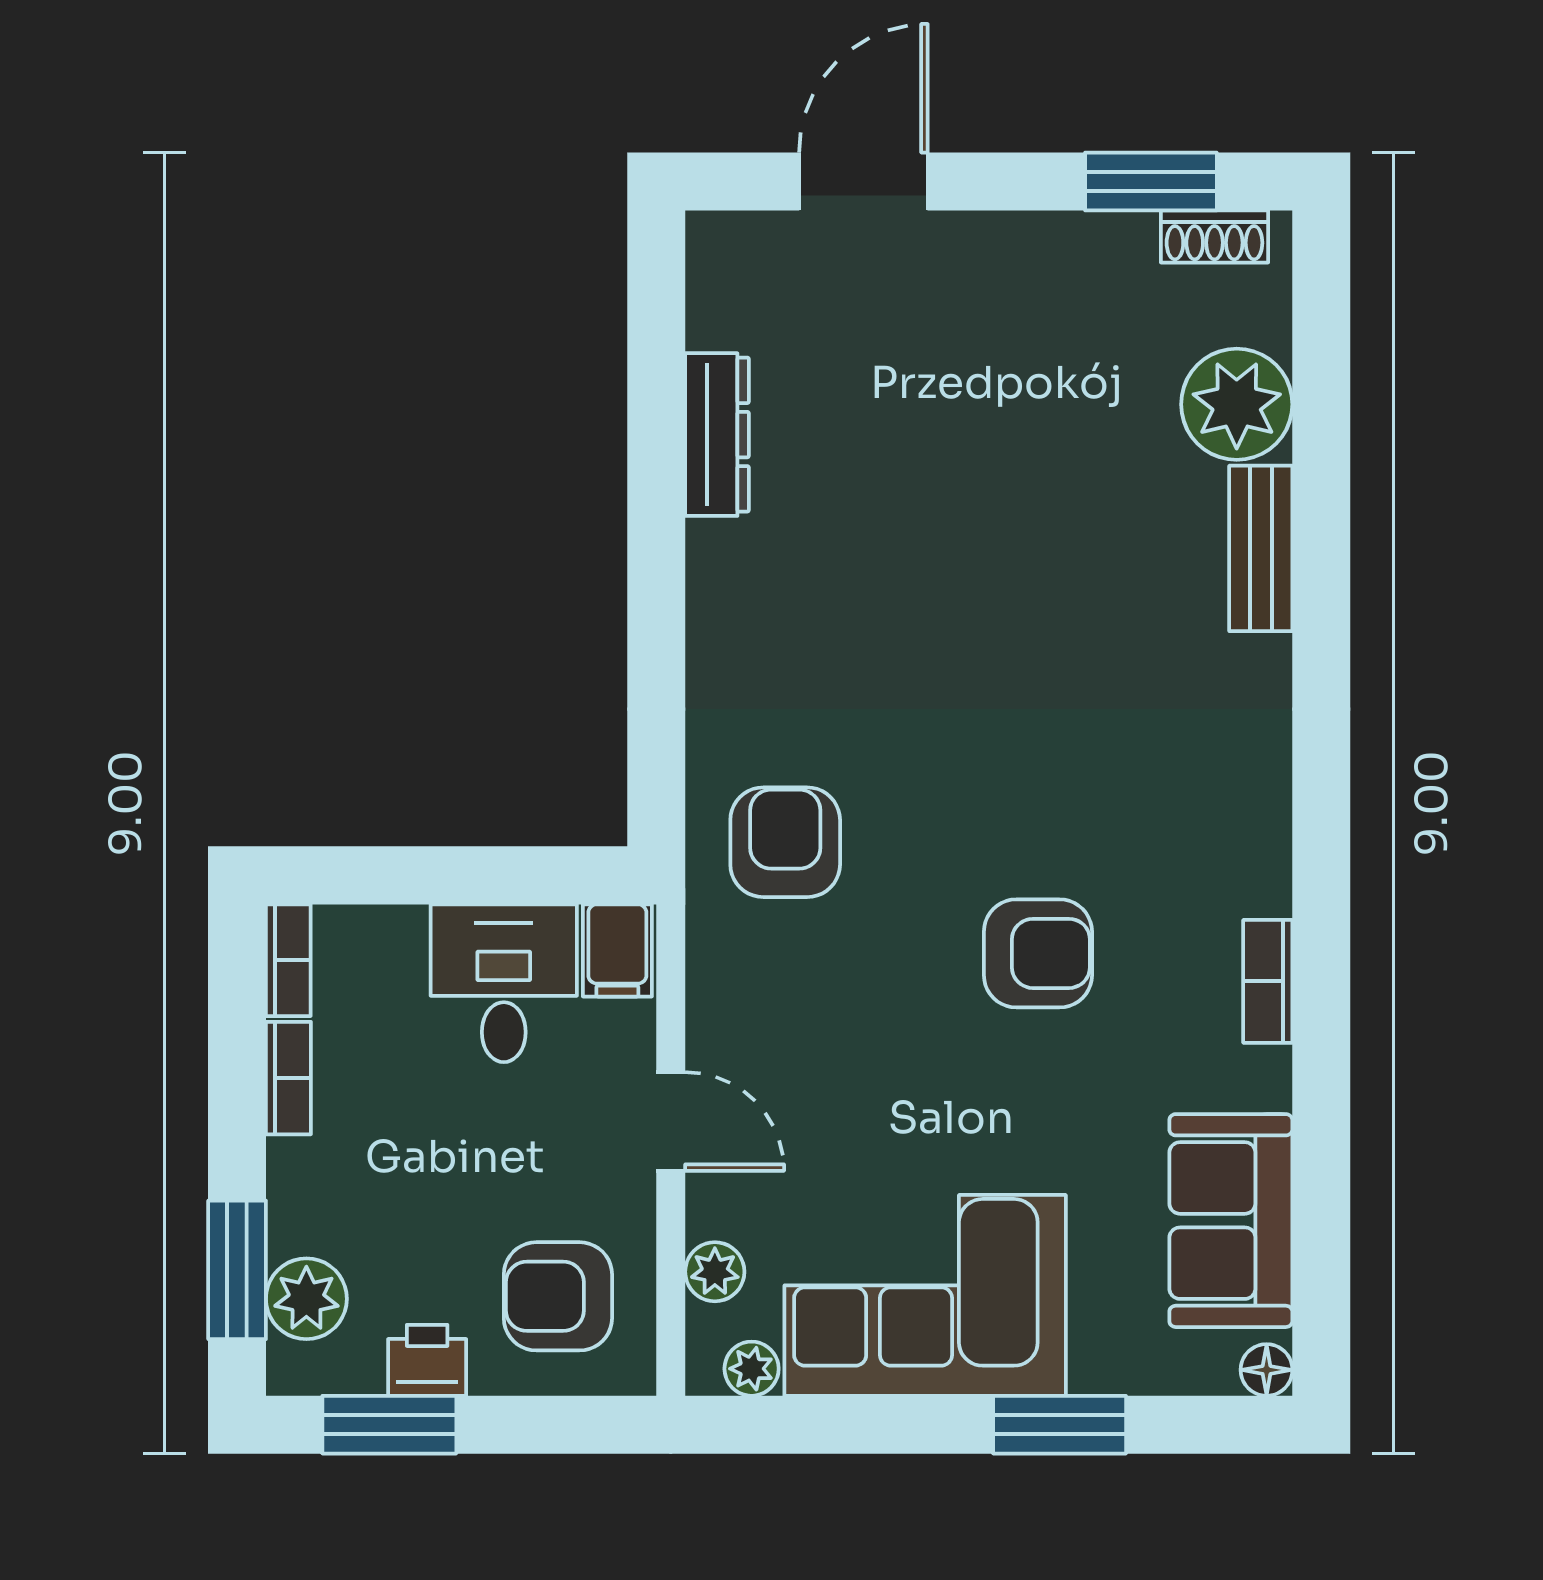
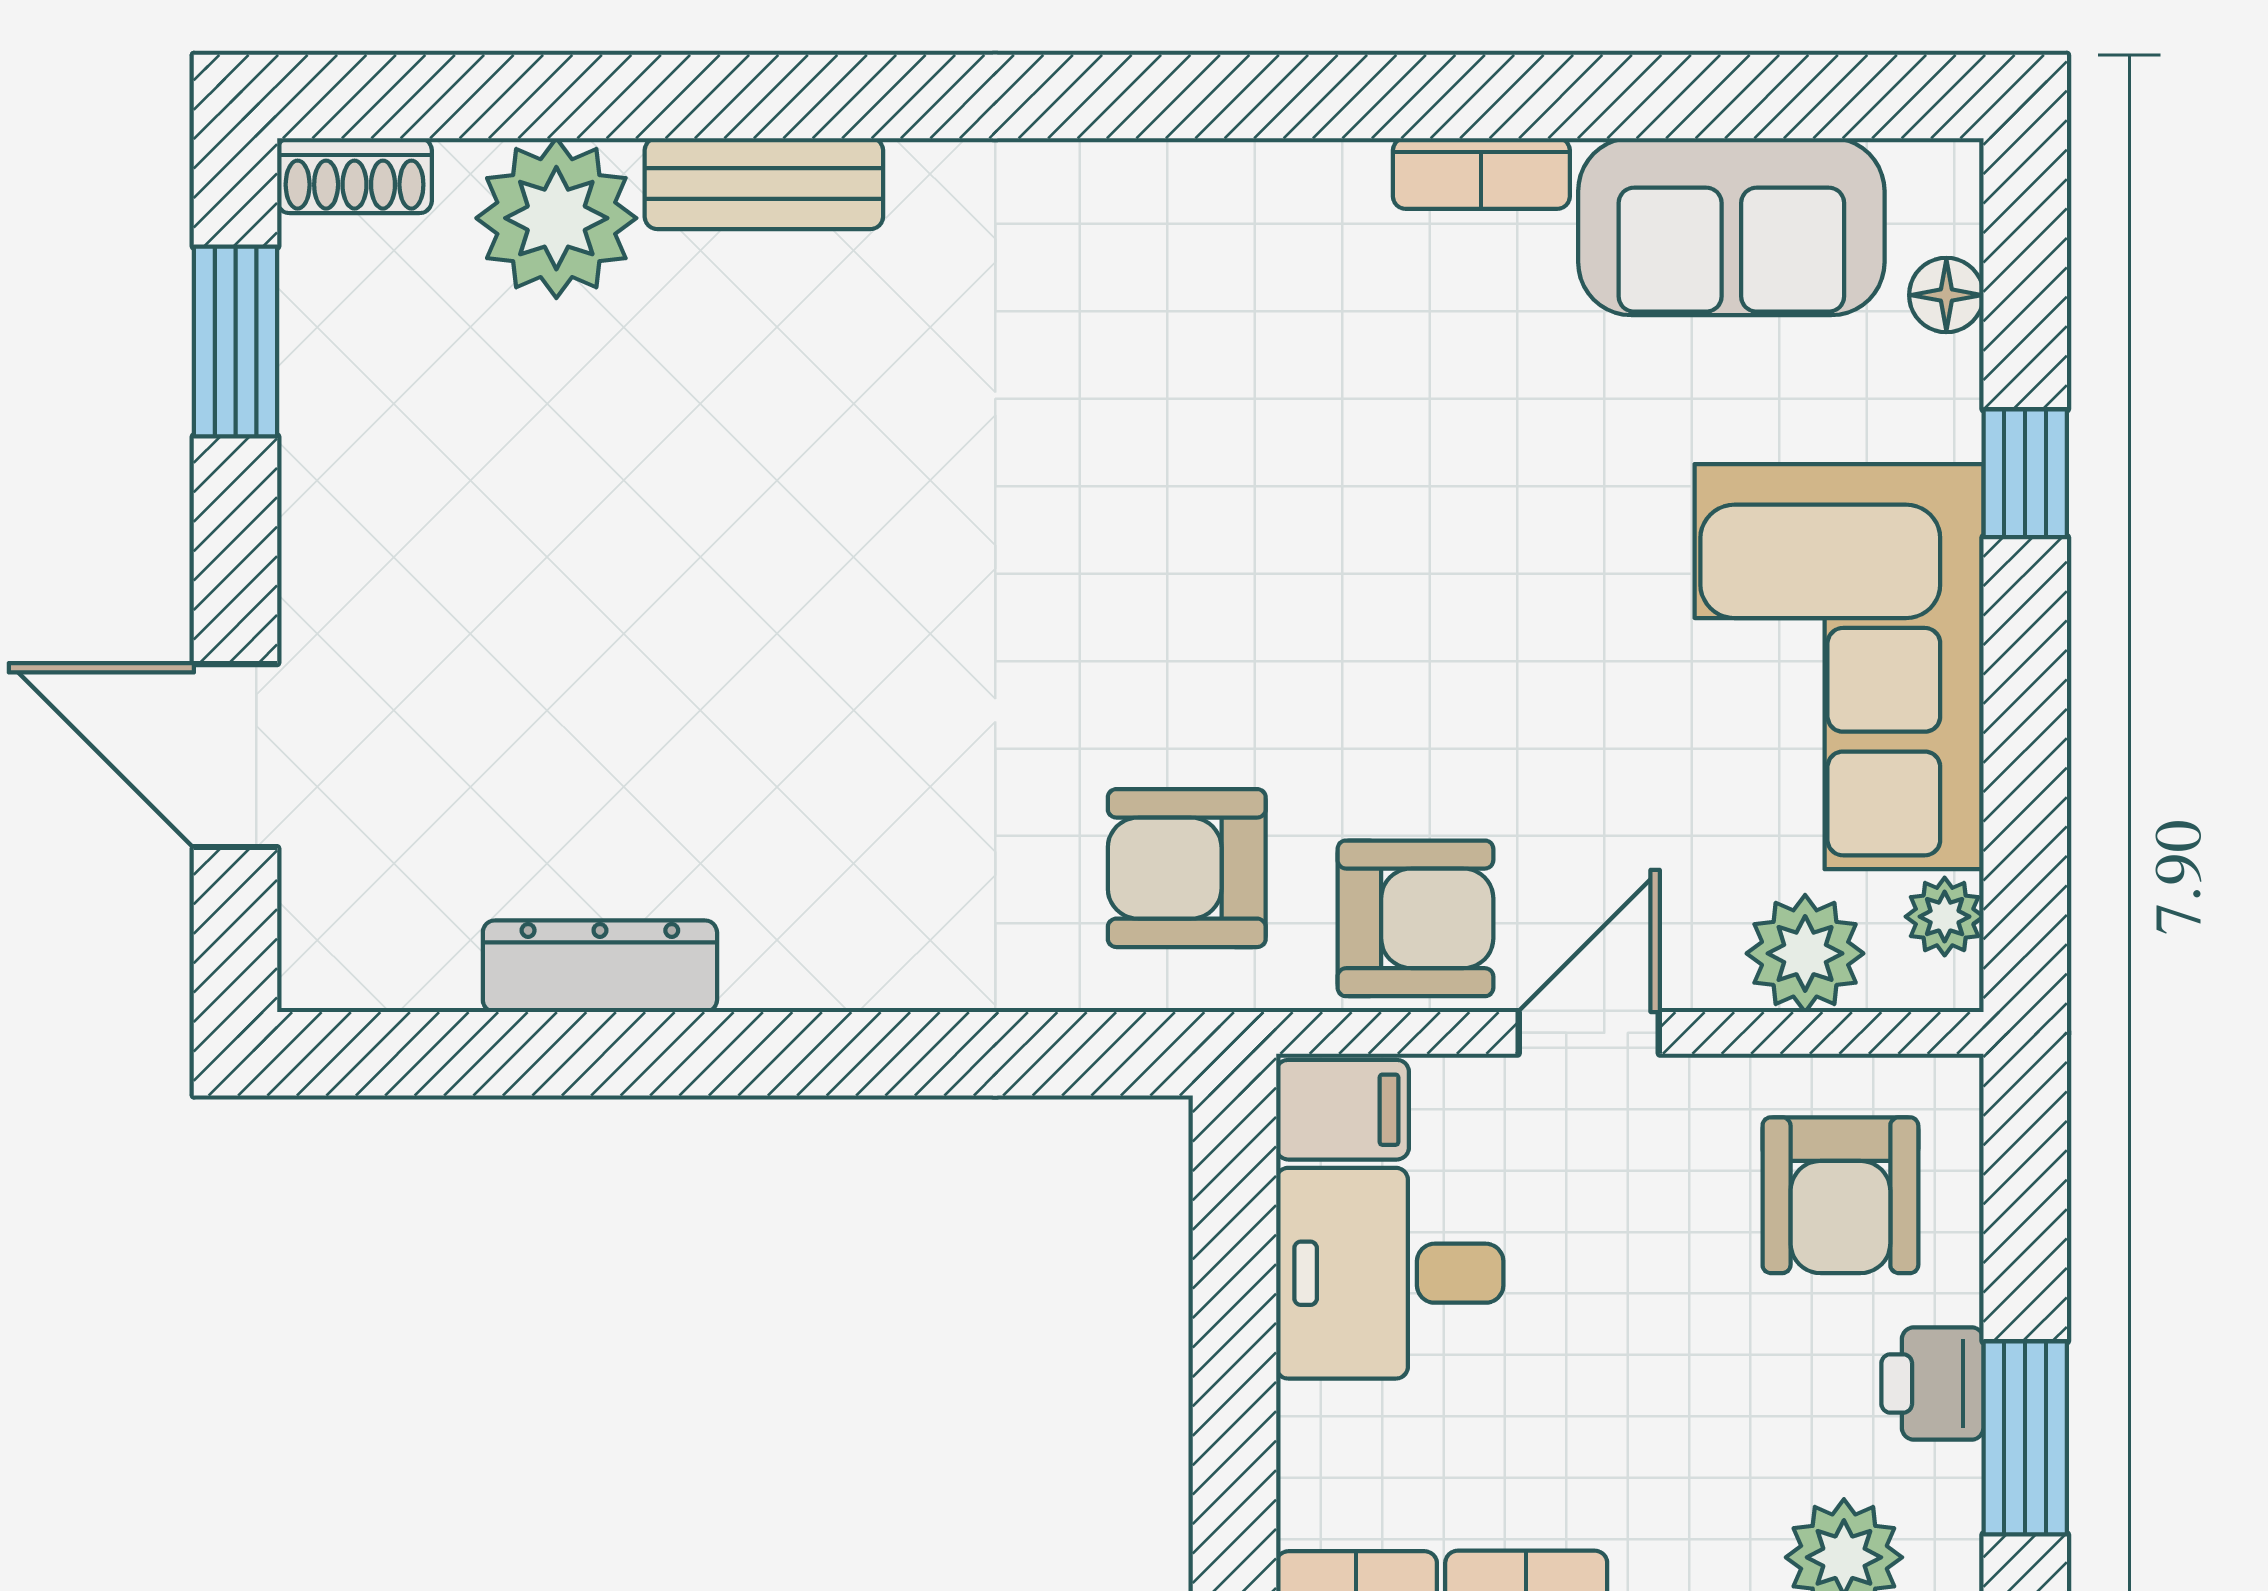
shoe rack: (1214, 236) -> (355, 176), moved, turned 90
armchair: (1038, 953) -> (1415, 918), moved, turned 90
bookcase: (1268, 981) -> (1481, 173), moved
plant: (715, 1272) -> (1805, 953), width x1.38, depth x1.38
floor lamp: (1267, 1370) -> (1946, 295), moved
window: (1060, 1425) -> (2025, 473), width x0.67

